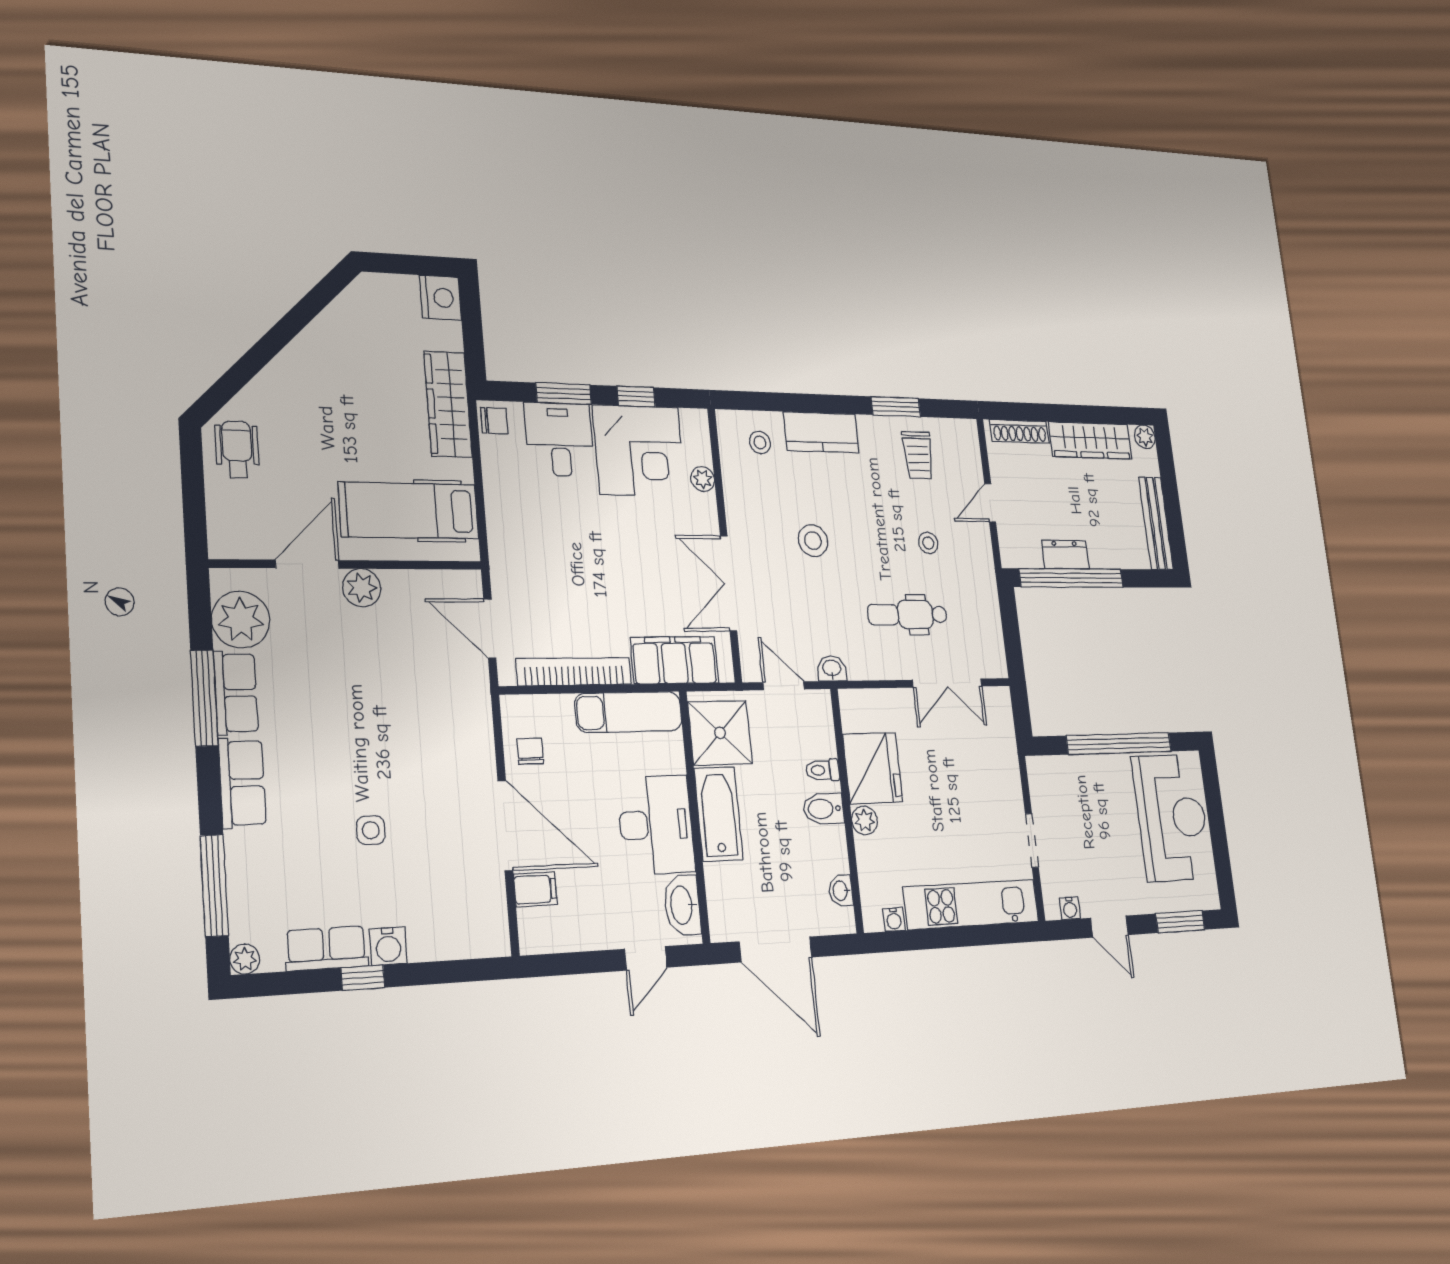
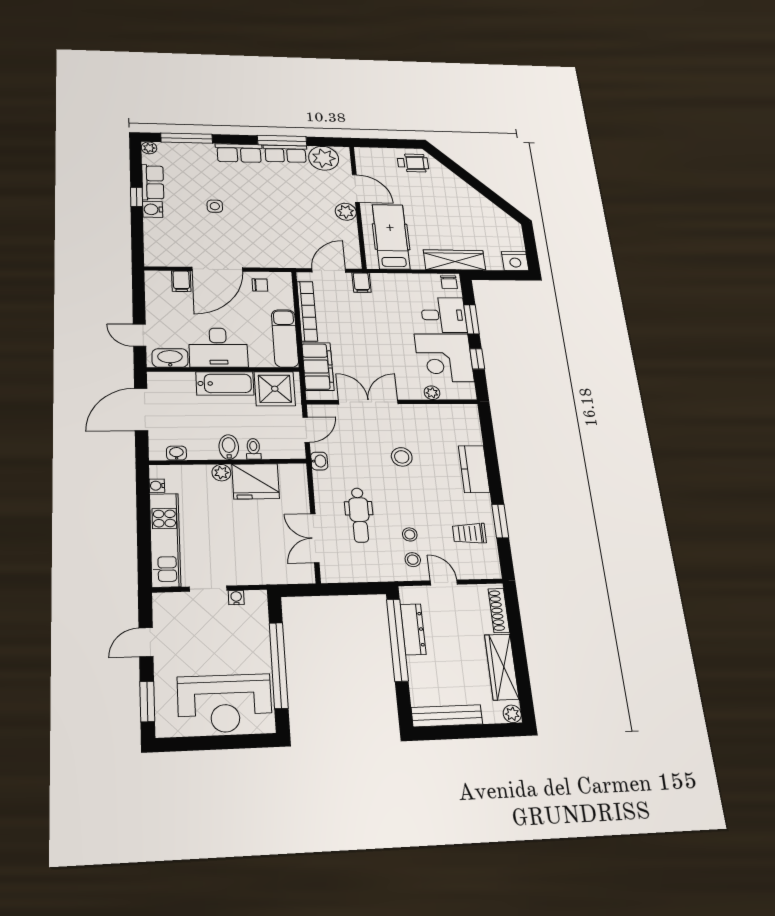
stool: (760, 442) -> (413, 560), moved
dresser: (1065, 555) -> (413, 629), width x1.44
filing cabinet: (509, 573) -> (362, 283), added
dental chair: (907, 615) -> (359, 515), turned 180
water cooler: (1070, 908) -> (236, 598), moved, turned 90

